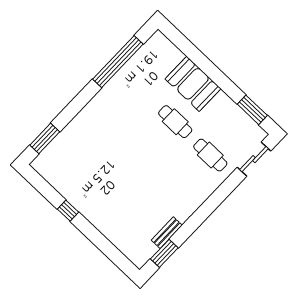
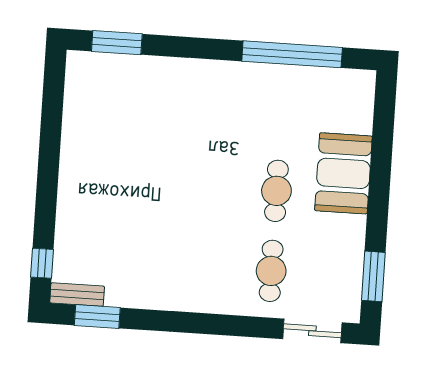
window: (68, 211) -> (42, 263), moved
bench: (167, 233) -> (77, 295), moved

